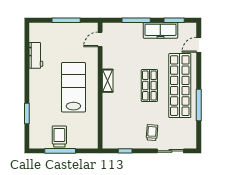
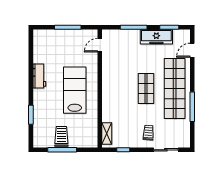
workbench: (36, 55) -> (39, 76), moved
shelving: (108, 81) -> (107, 134), moved

